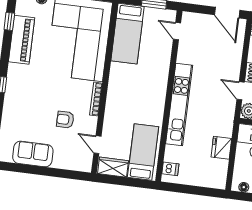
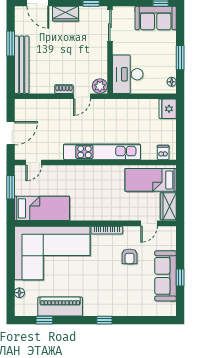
door: (227, 13) -> (11, 133), moved
fridge: (221, 148) -> (168, 109), moved, turned 90
sofa: (33, 154) -> (165, 276), width x1.36
window: (36, 170) -> (180, 278), added

